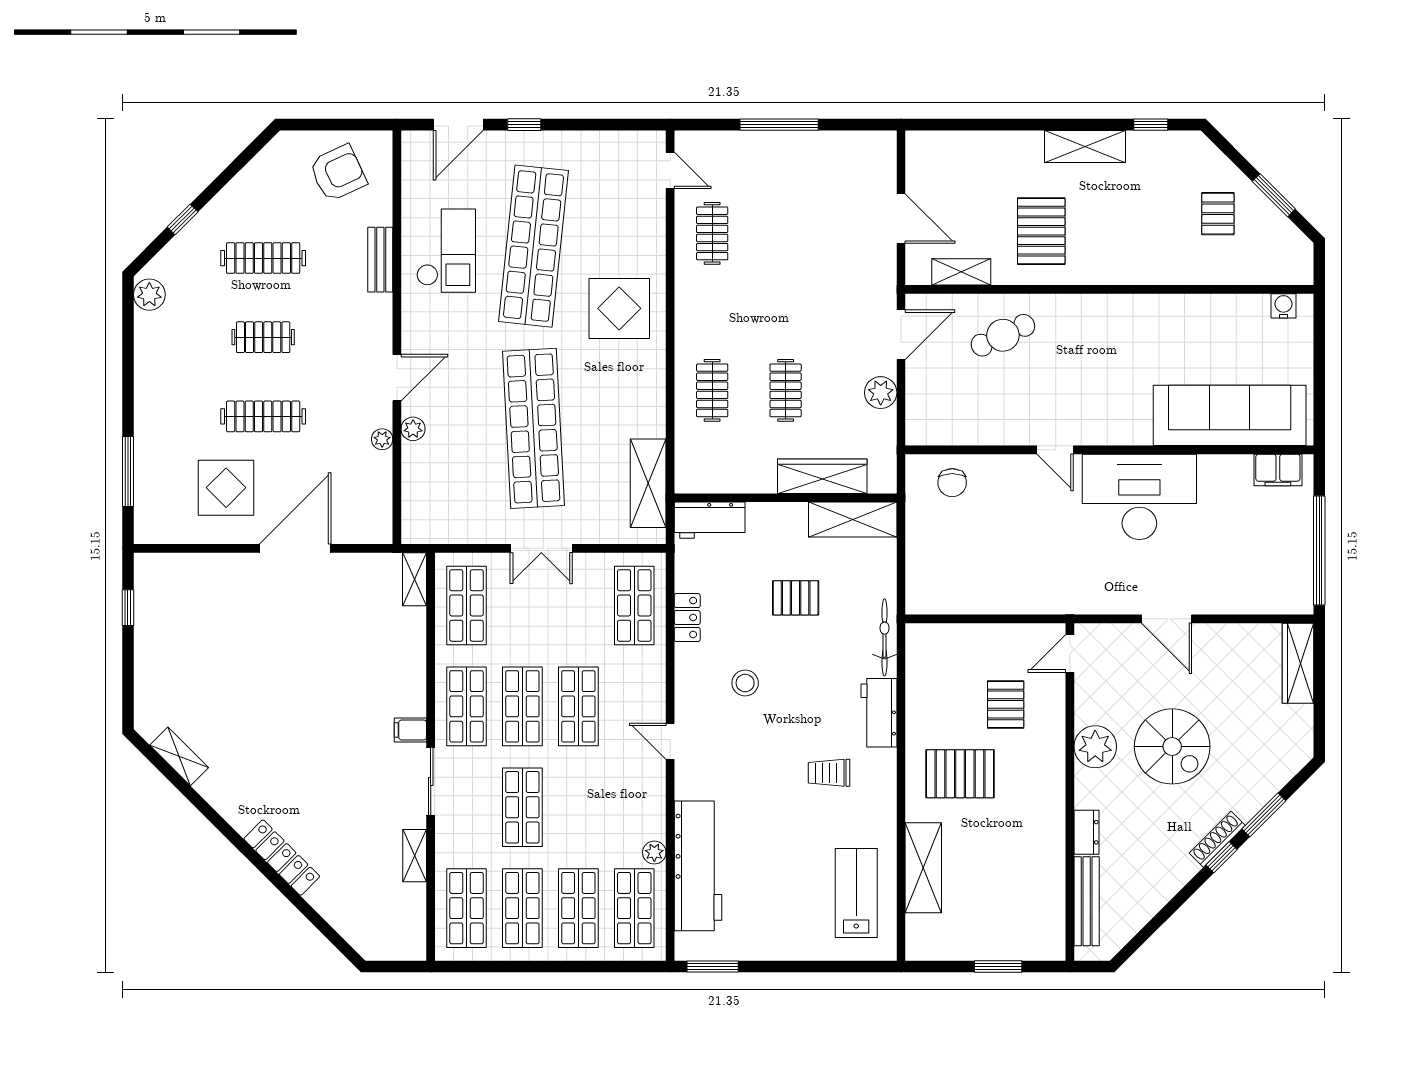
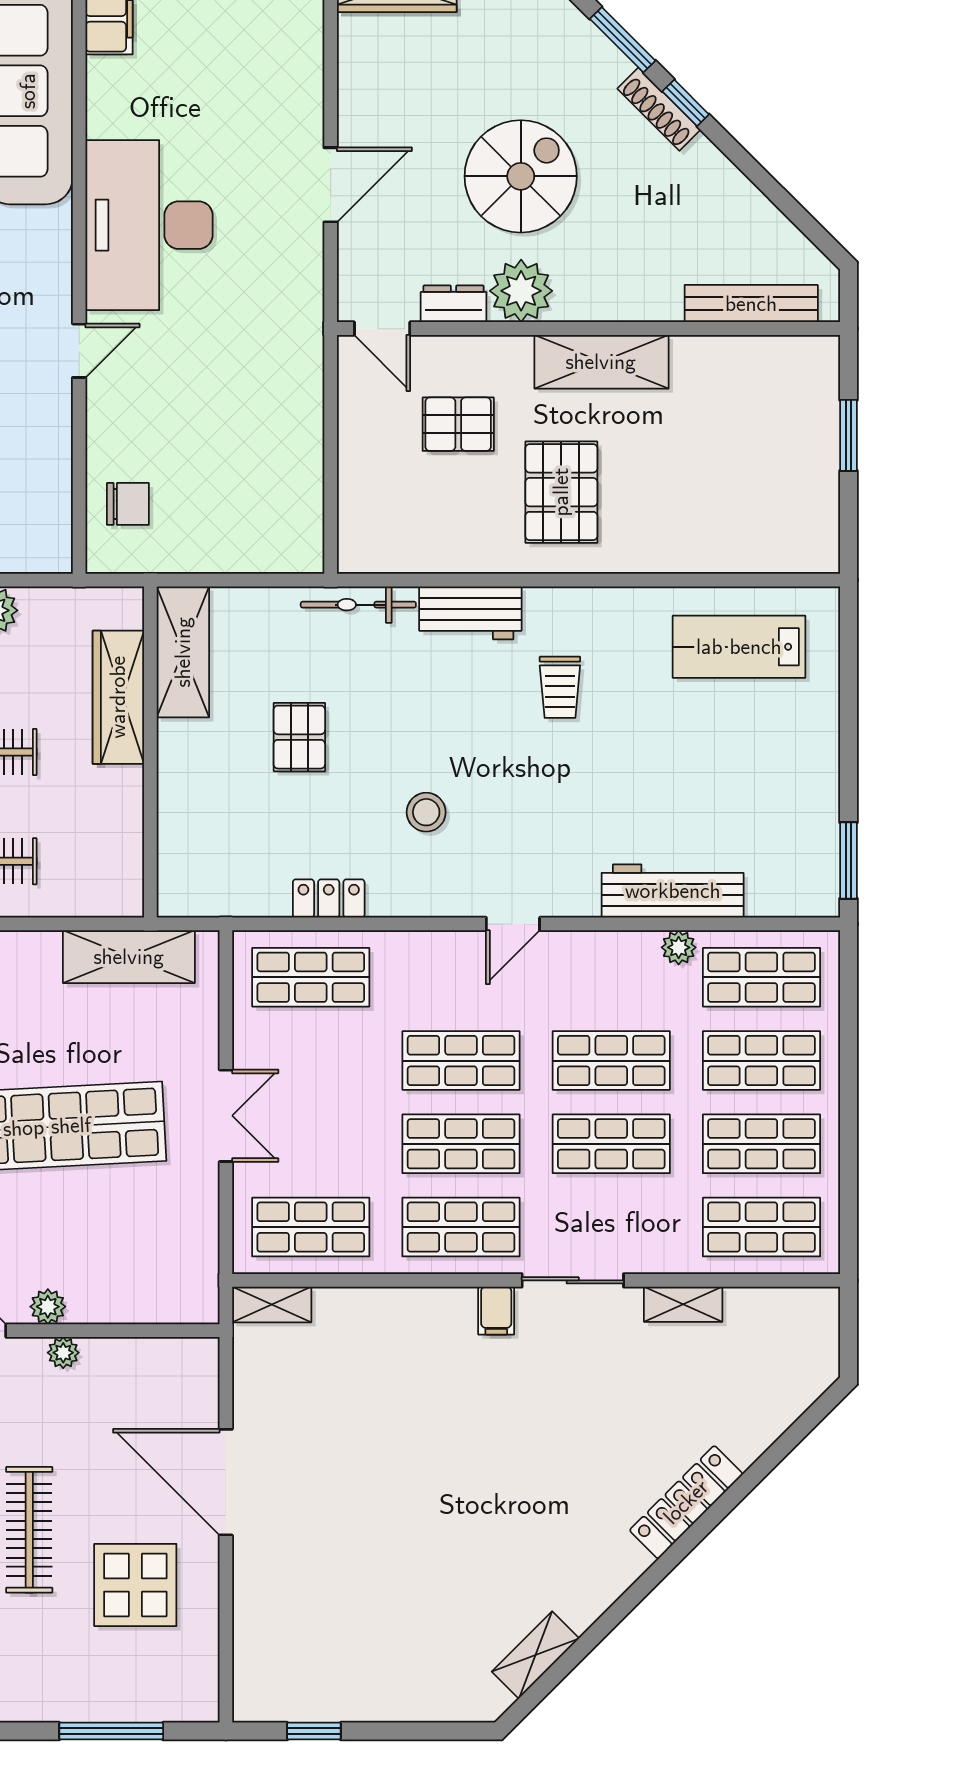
workbench: (710, 520) -> (184, 865), removed
shop shelf: (578, 807) -> (611, 1061), added
dresser: (1087, 832) -> (454, 304), moved
workbench: (698, 866) -> (673, 891), width x0.73, depth x0.76
shelving: (923, 868) -> (601, 362), moved

